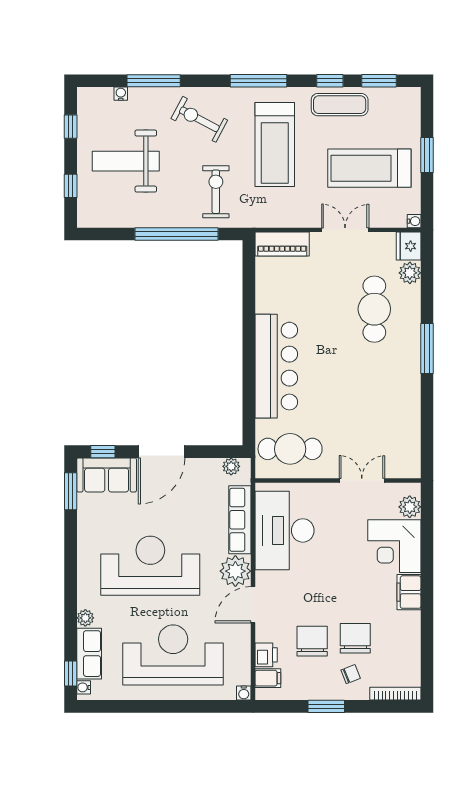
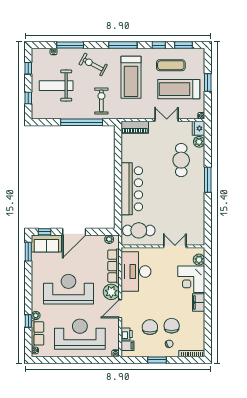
exercise mat: (340, 105) -> (171, 65), moved
window: (71, 673) -> (28, 321), moved

